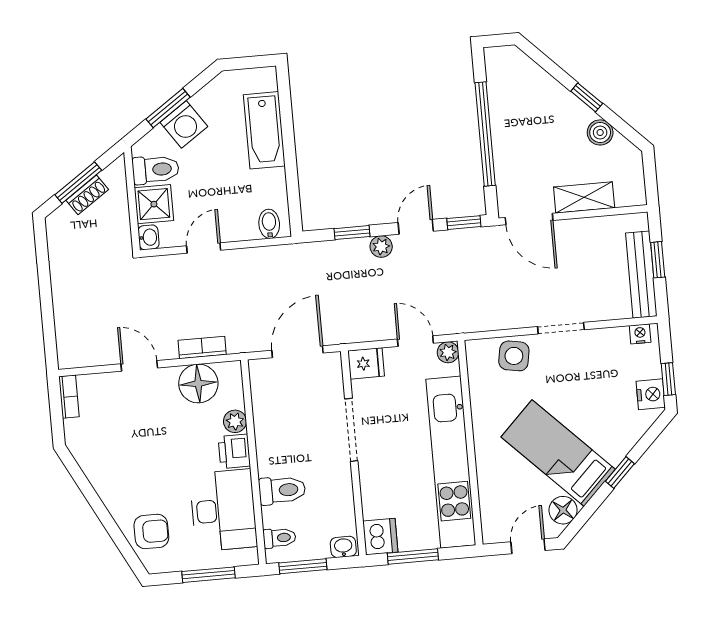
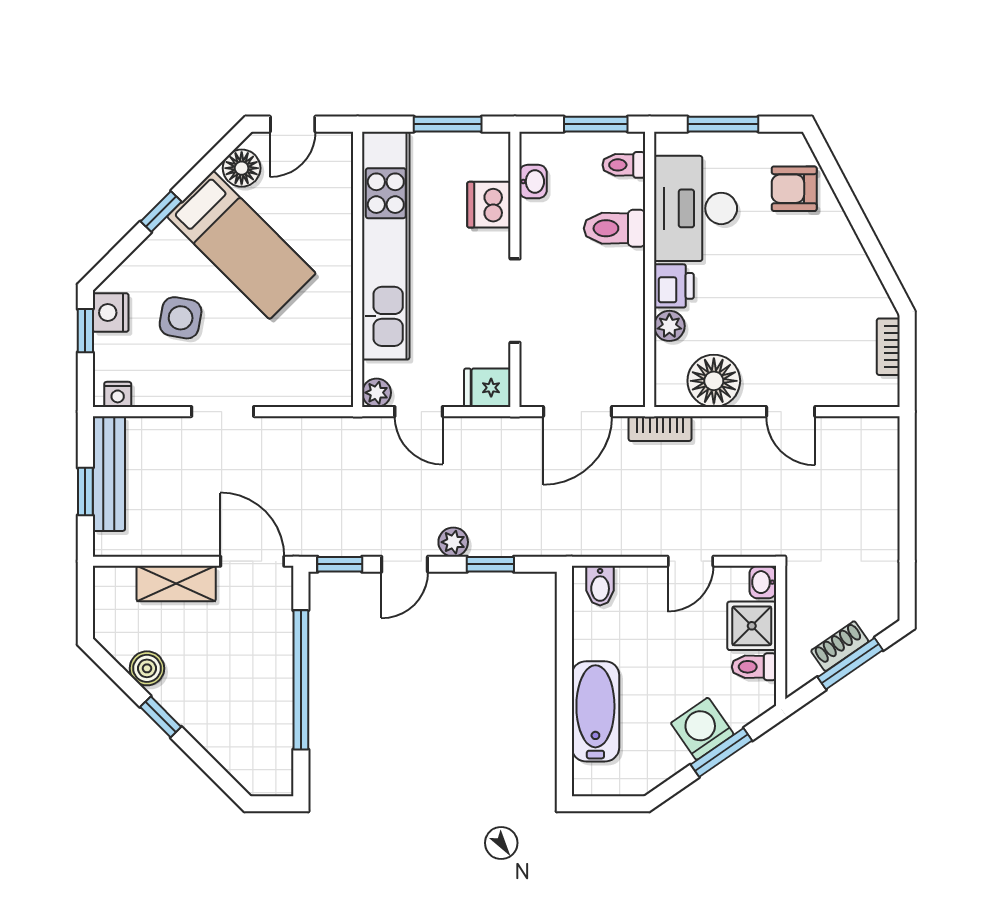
toilet: (156, 170) -> (754, 667), width x0.73, depth x0.72
bookcase: (202, 347) -> (660, 429), moved
side table: (514, 356) -> (181, 318), moved
bookcase: (69, 397) -> (888, 347), moved
dishwasher: (380, 537) -> (489, 205), moved
washbasin: (343, 547) -> (533, 182), moved, turned -90

